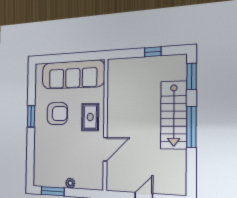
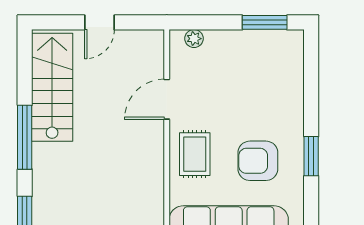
stairs: (174, 115) -> (52, 87), moved
plant: (70, 183) -> (194, 39), moved

